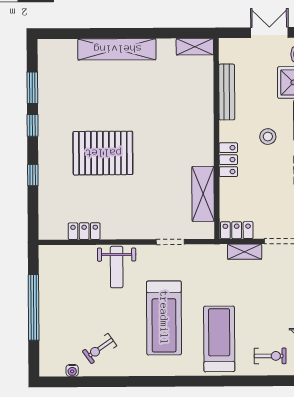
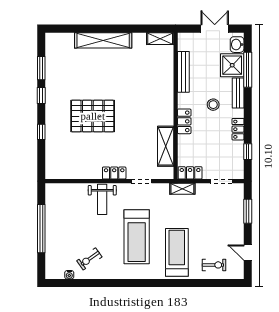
locker: (84, 231) -> (114, 173), moved
shelving: (245, 252) -> (182, 189), moved

